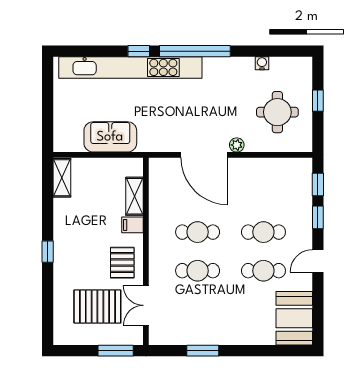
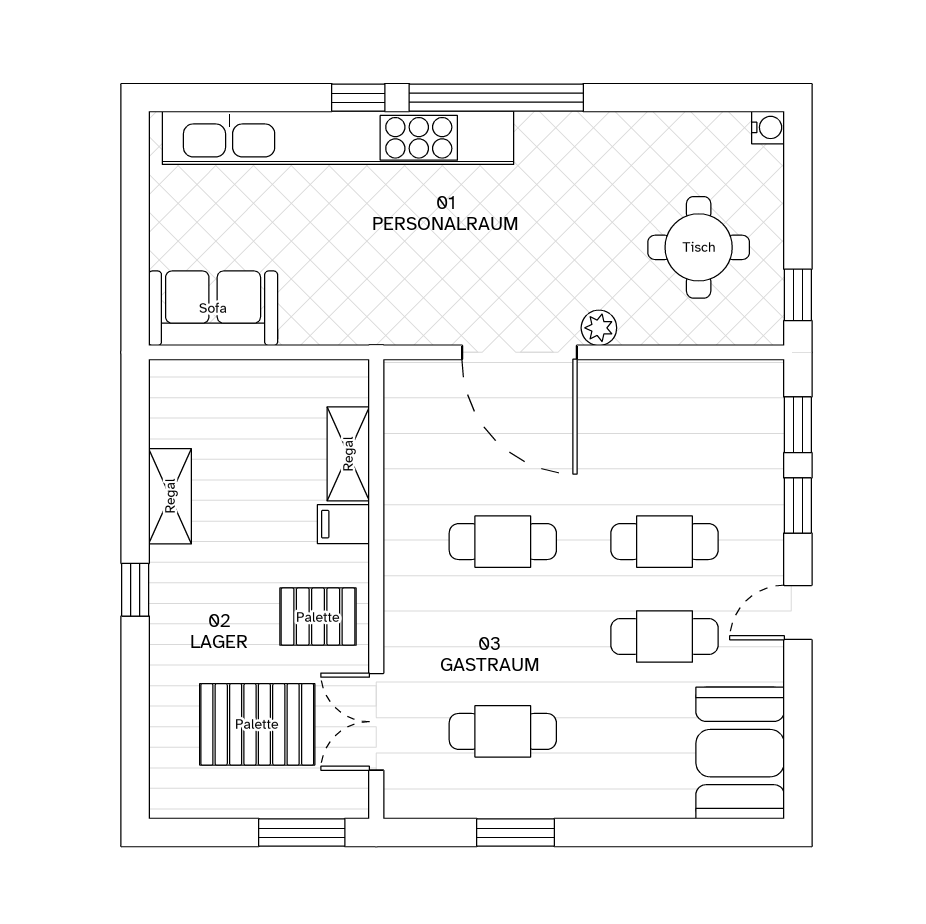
water cooler: (262, 63) -> (768, 127), moved, turned 90
window: (318, 101) -> (798, 295), moved
sofa: (110, 137) -> (213, 308), moved
shelving: (62, 178) -> (170, 496), moved
pallet: (122, 263) -> (318, 617), turned 90
cafe table: (198, 271) -> (503, 731), moved

